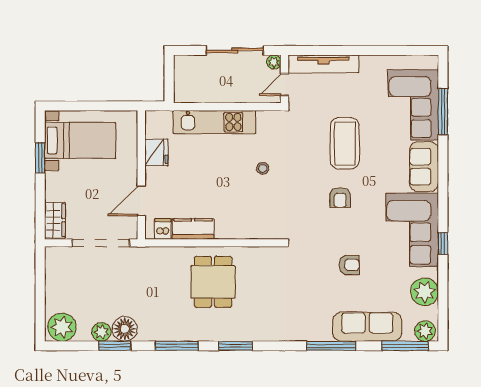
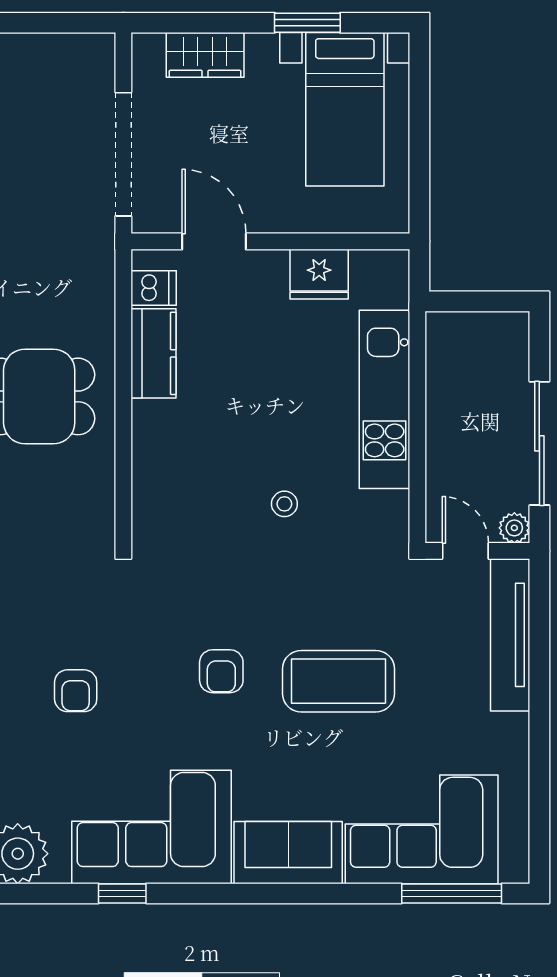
window: (443, 112) -> (452, 893), moved
armchair: (340, 198) -> (221, 671), turned -90
wardrobe: (55, 220) -> (205, 55), moved

